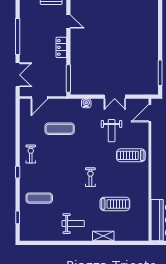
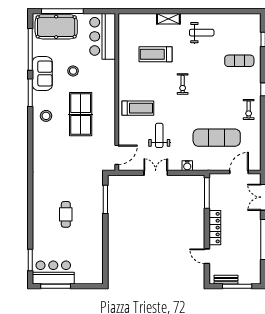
locker: (61, 47) -> (215, 228), width x1.53
exercise mat: (60, 129) -> (217, 138), width x1.36, depth x1.45
weight bench: (73, 224) -> (202, 33), turned 180

